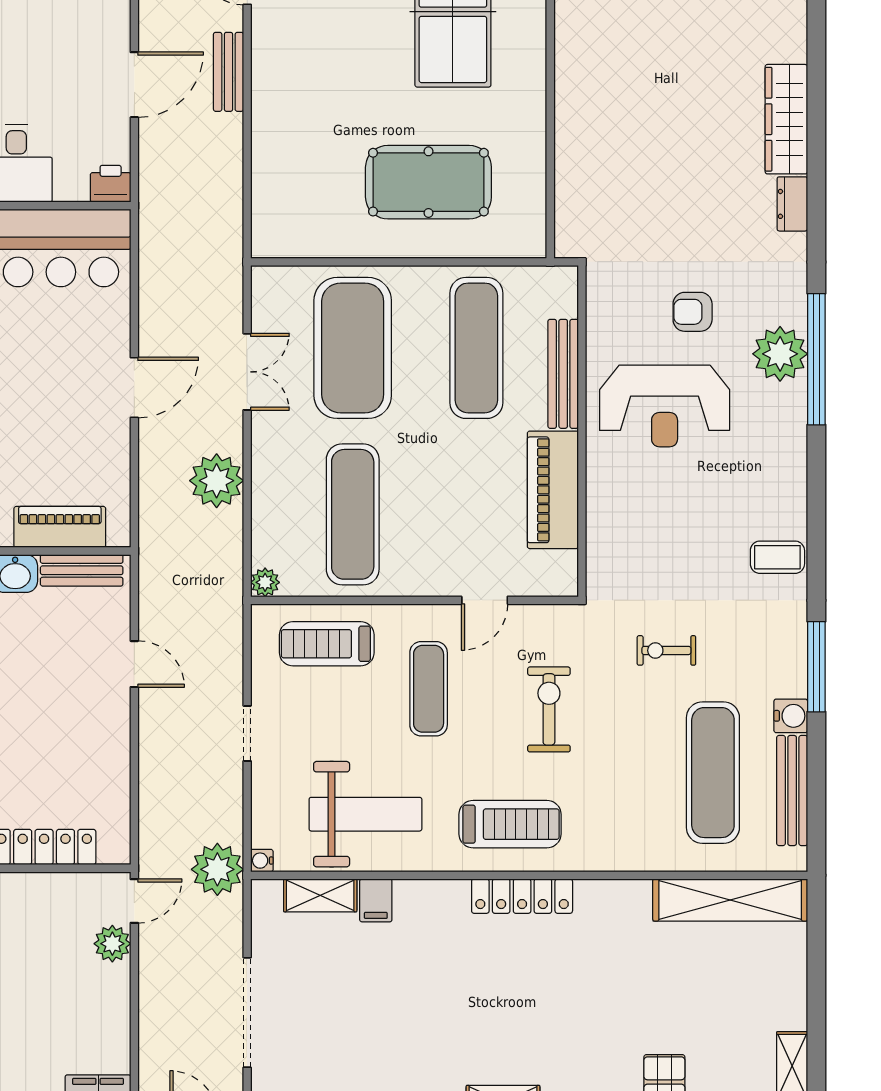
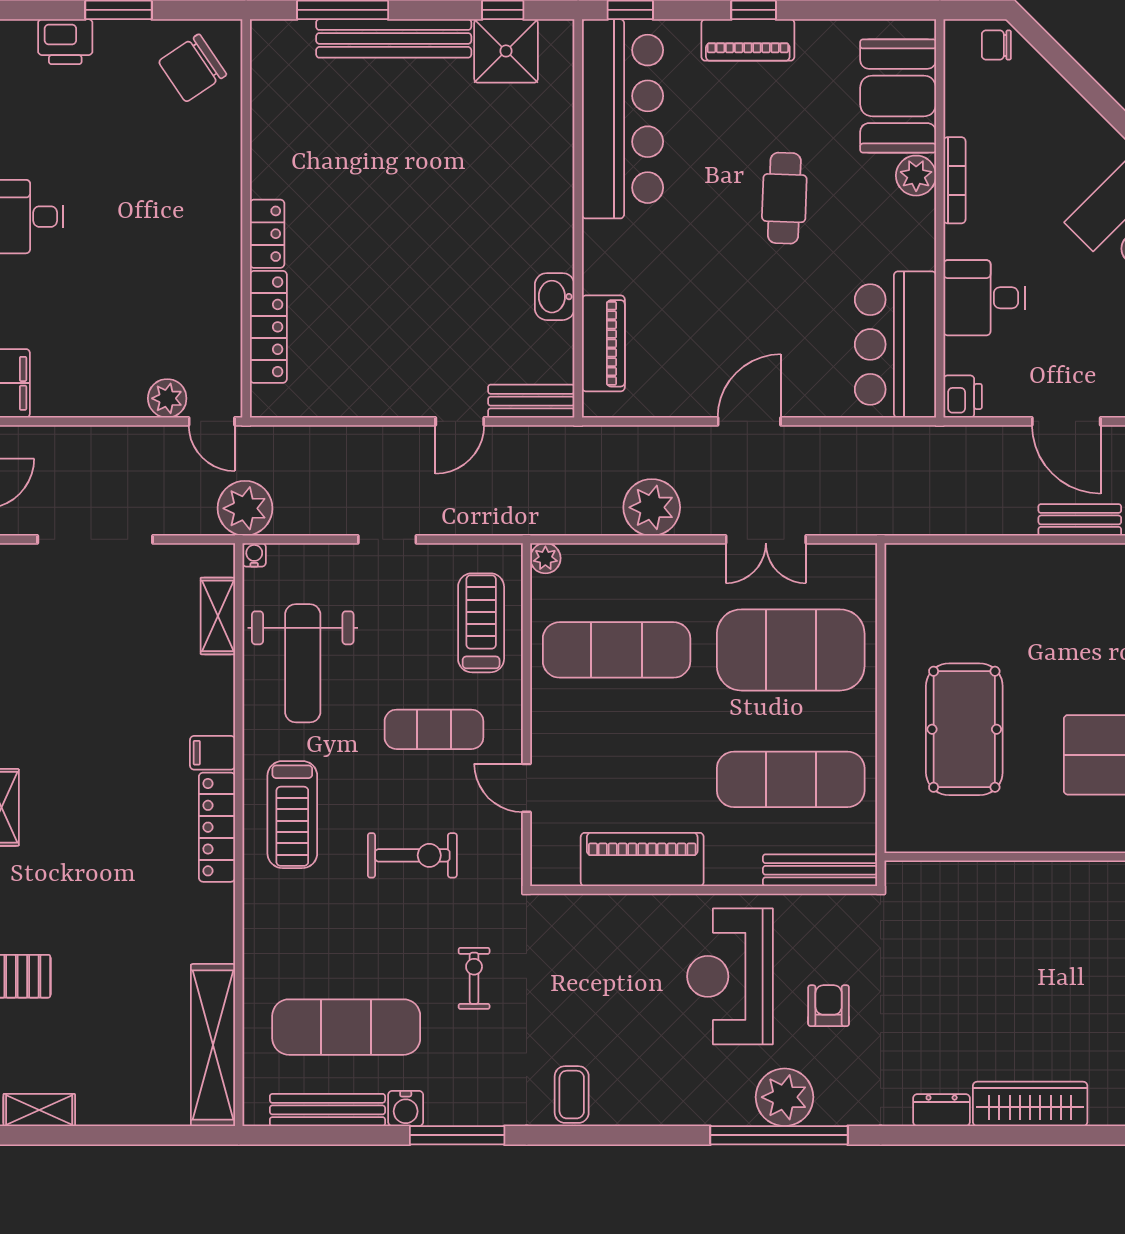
bench: (563, 374) -> (820, 870), moved
door: (134, 388) -> (749, 421), swing flipped
bench: (82, 570) -> (531, 401), moved, turned 90
filing cabinet: (376, 900) -> (213, 753), moved

